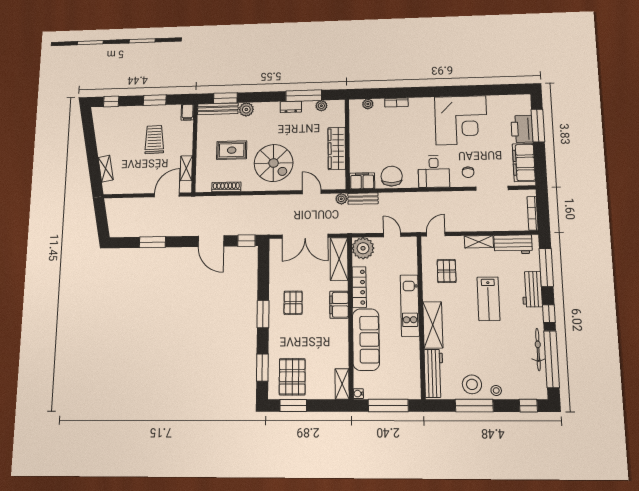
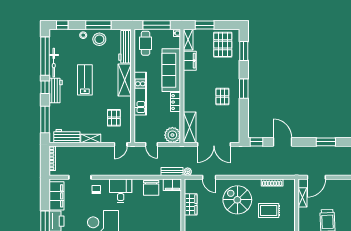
wardrobe: (337, 148) -> (191, 204), width x0.67
double door: (305, 236) -> (214, 144), swing flipped
locker: (359, 287) -> (175, 102), width x0.66
workbench: (532, 289) -> (56, 90), moved
lab bench: (488, 299) -> (85, 80), moved
filing cabinet: (339, 305) -> (190, 61), moved
cafe table: (404, 379) -> (146, 43), added
window: (293, 406) -> (205, 25), moved

